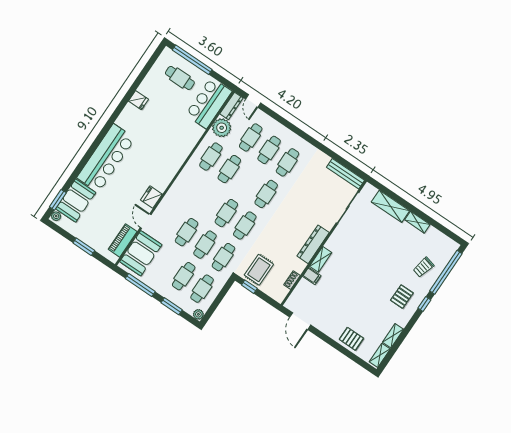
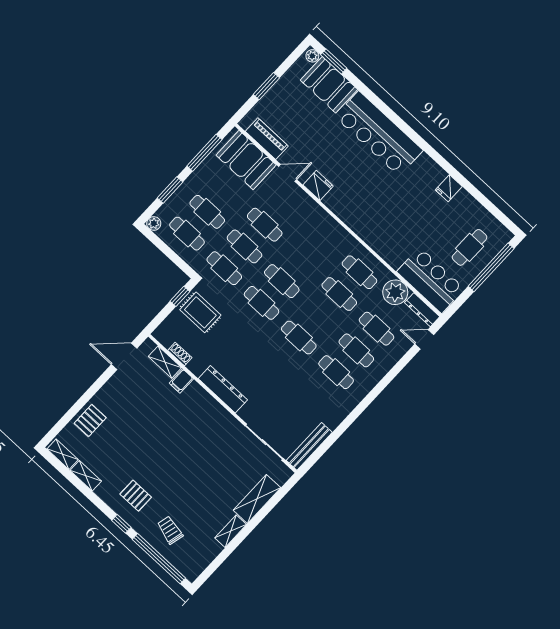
shelving: (321, 259) -> (165, 362), moved

